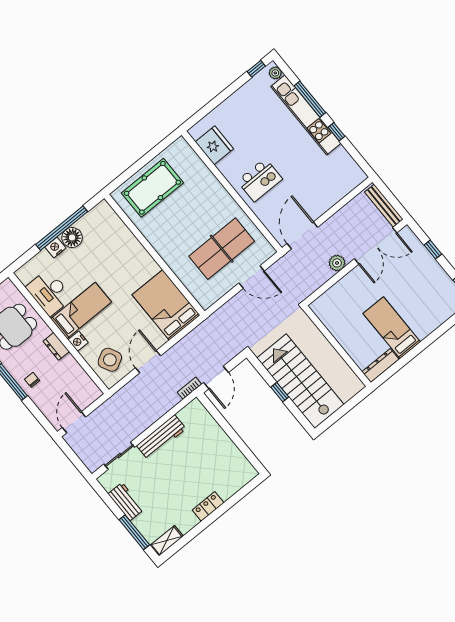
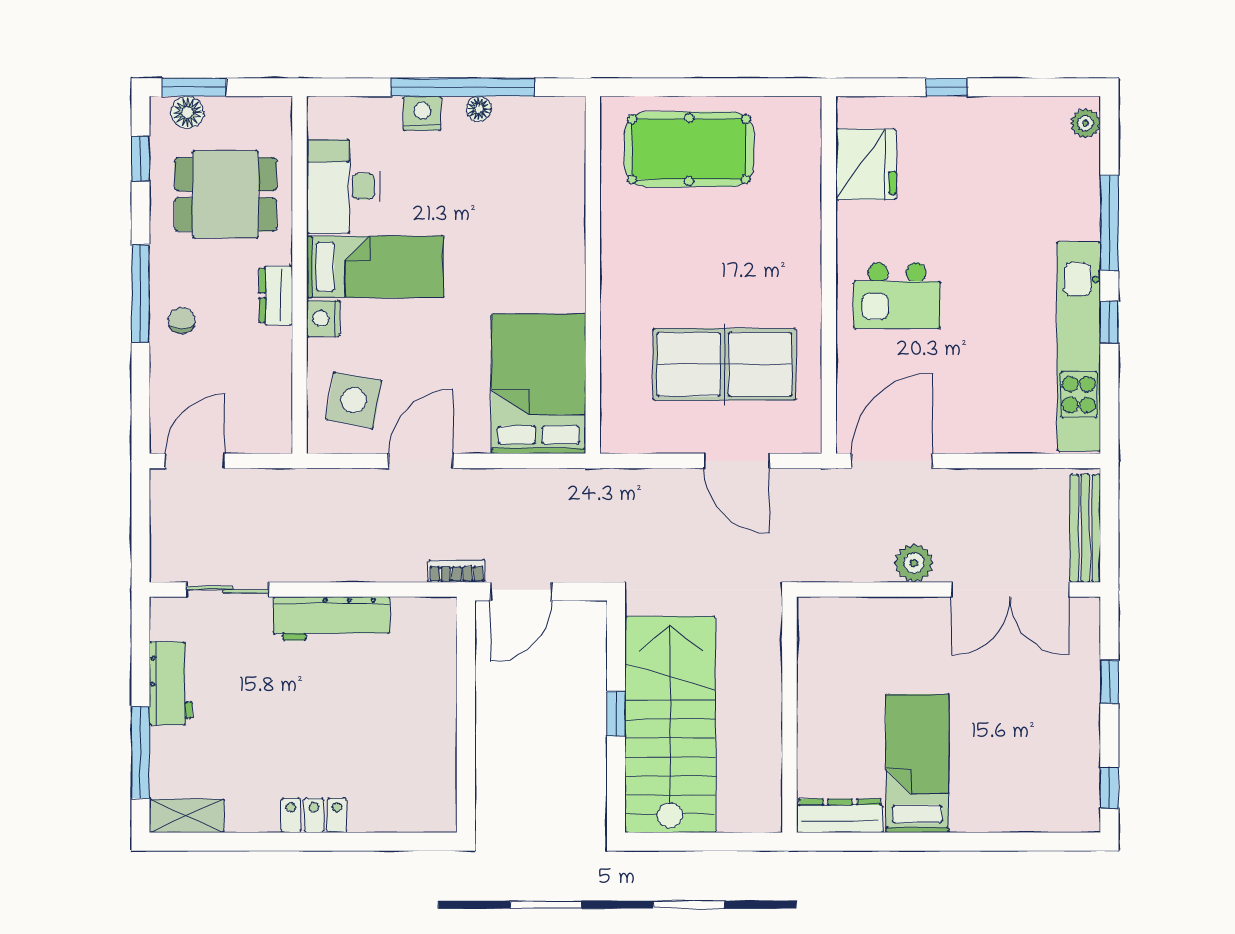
window: (256, 69) -> (947, 87), moved
kitchen unit: (306, 115) -> (1079, 346), moved
floor lamp: (72, 238) -> (479, 109), width x0.53, depth x0.53
side table: (110, 360) -> (354, 400), turned 38

